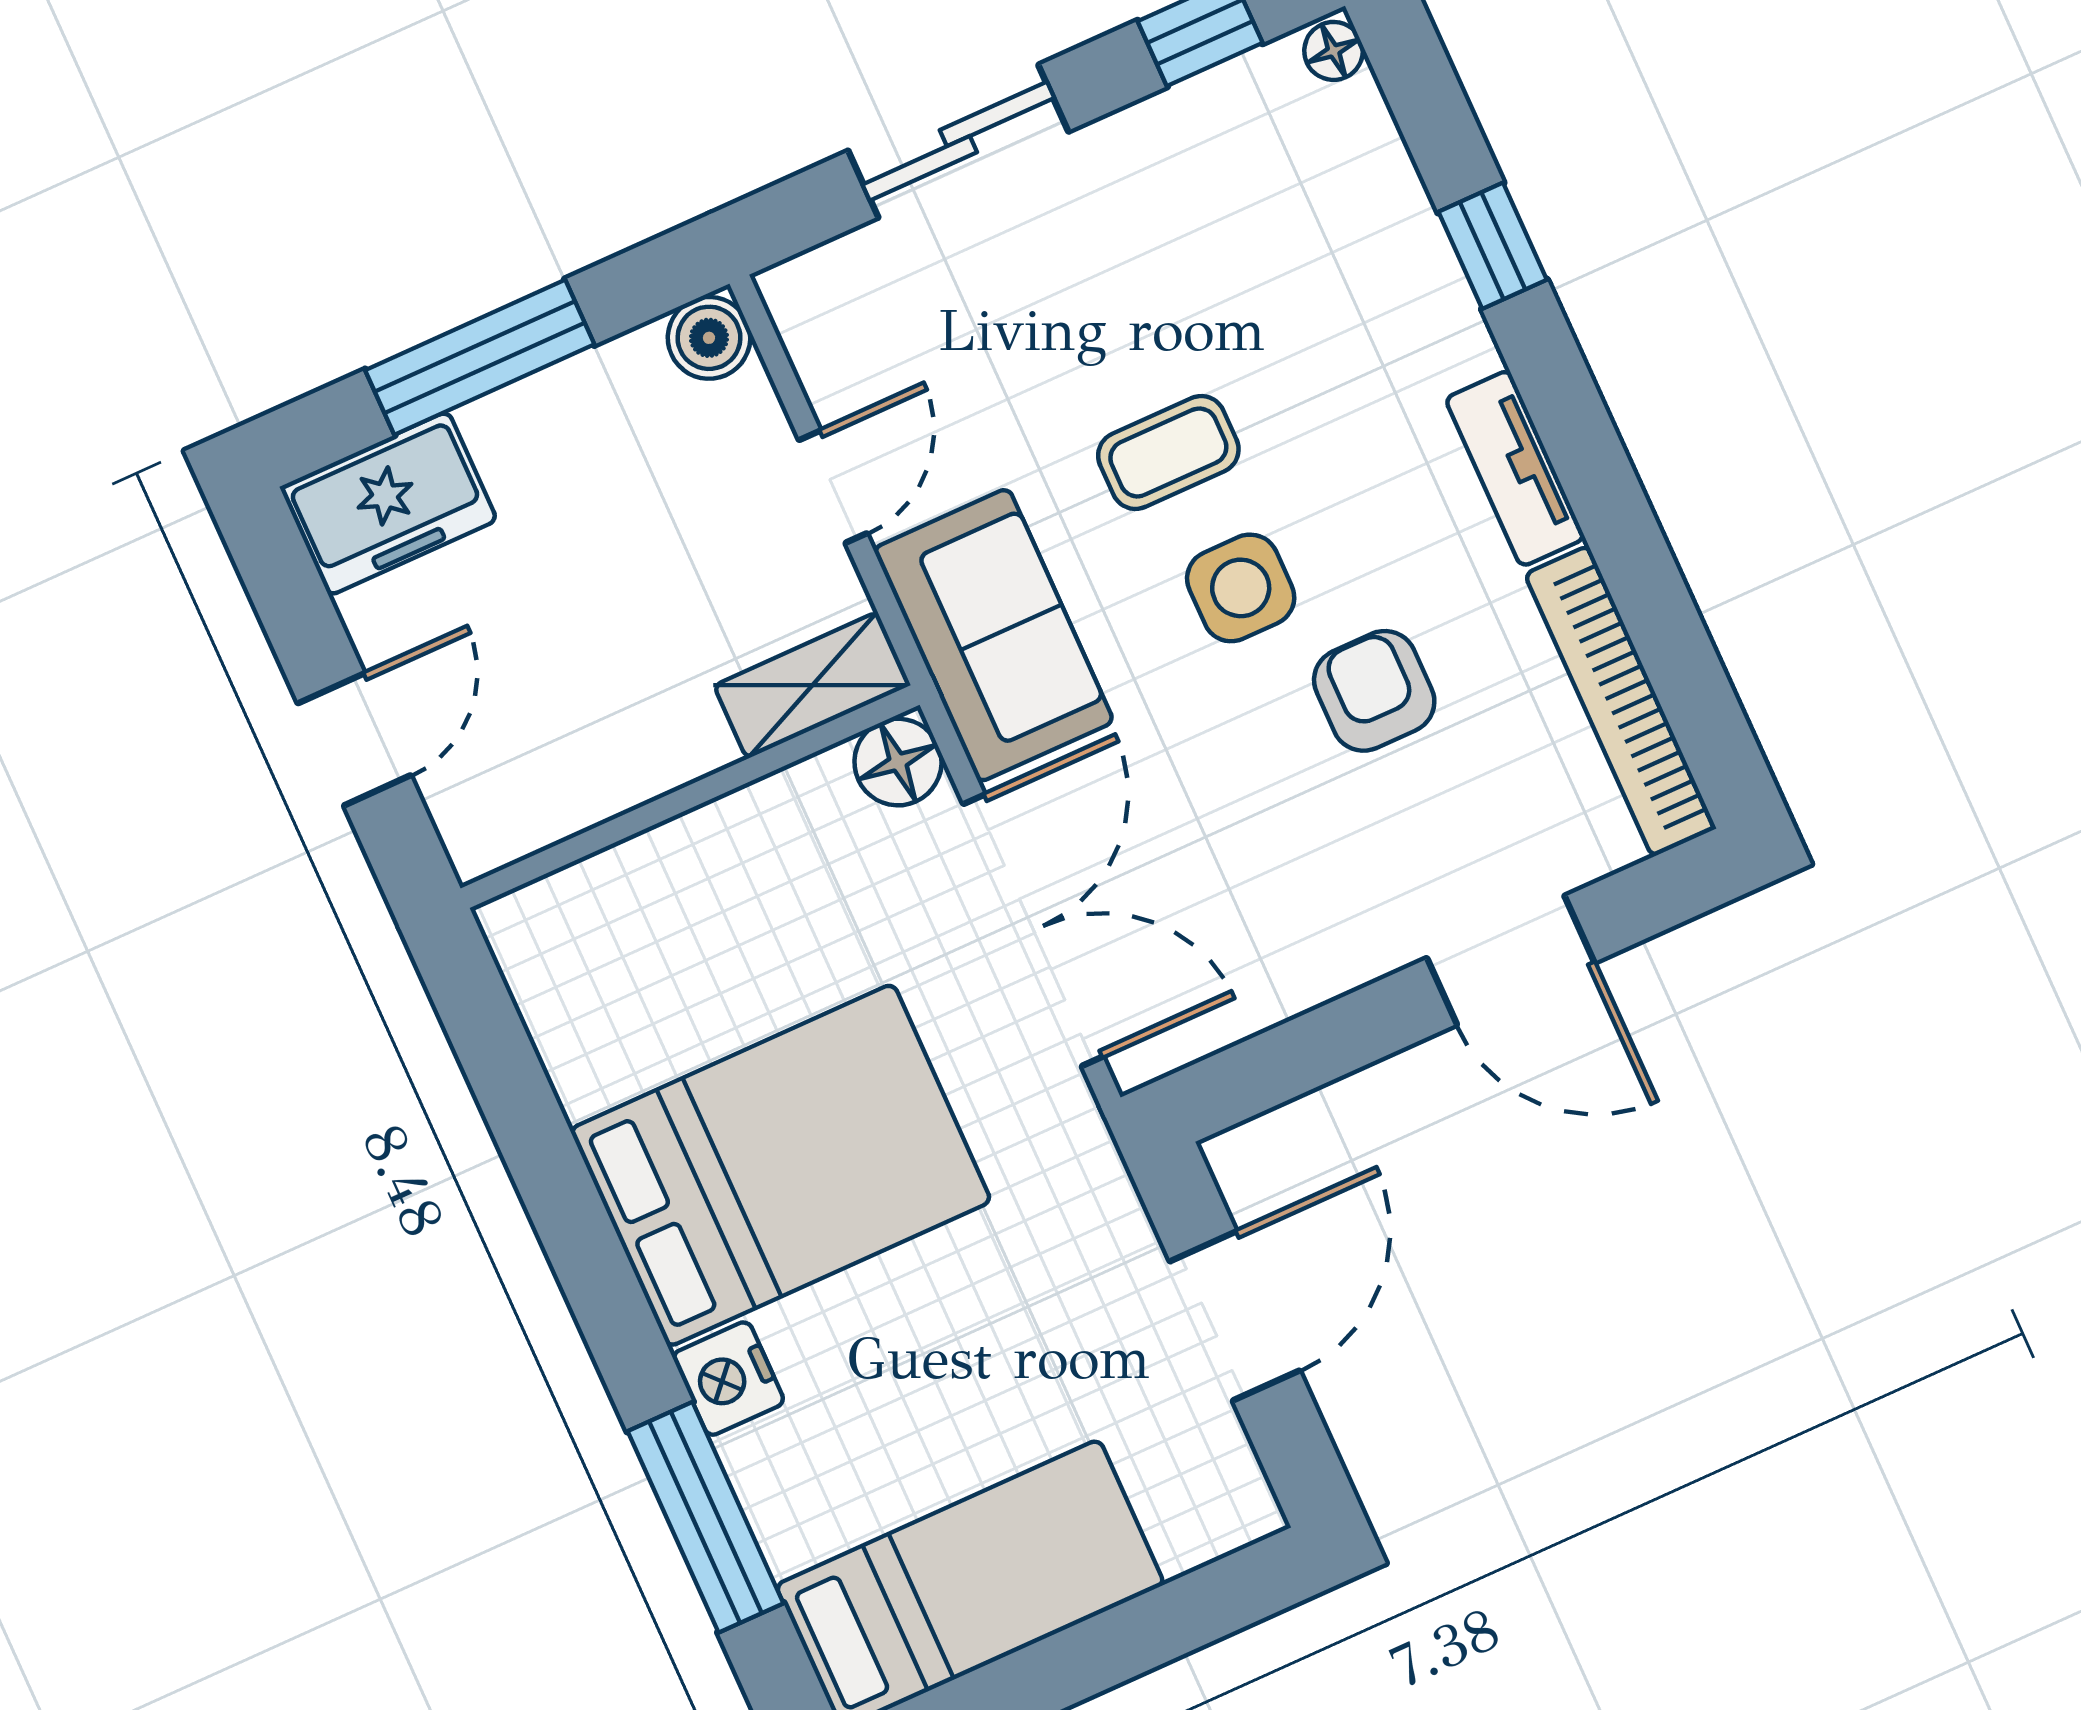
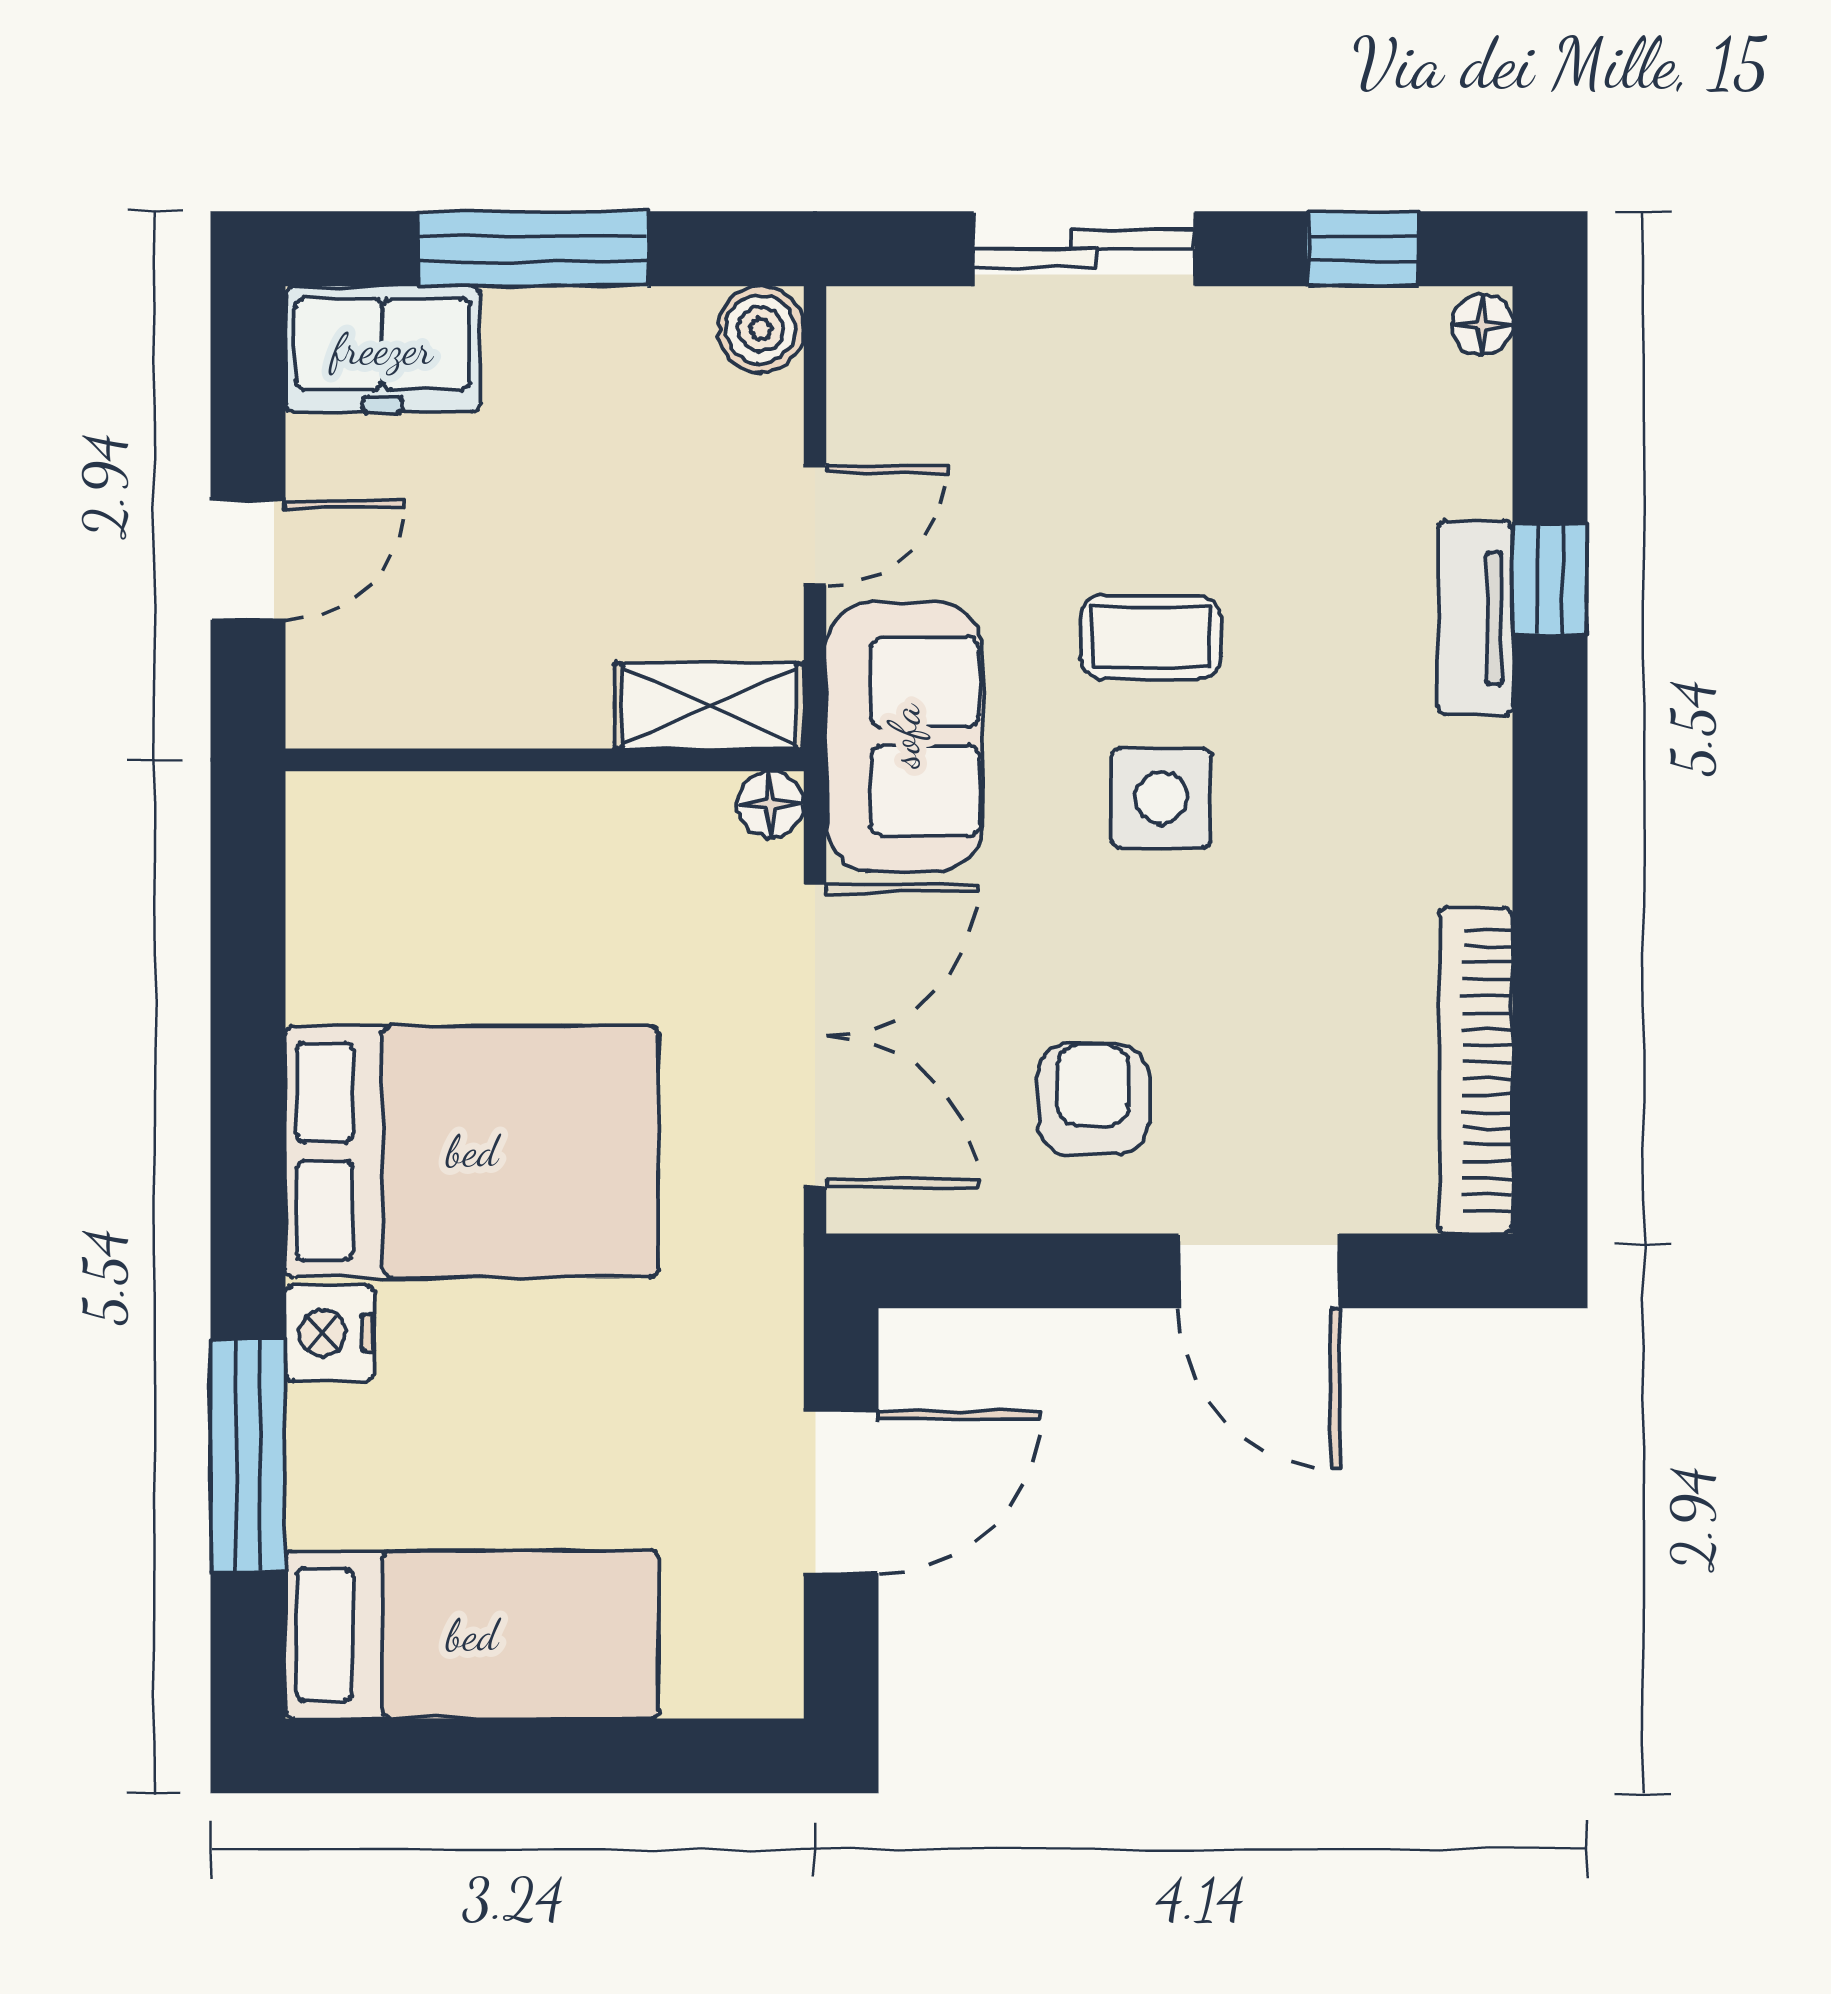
tv unit: (1515, 468) -> (1475, 618), moved
armchair: (1374, 691) -> (1093, 1099), moved
floor lamp: (898, 762) -> (771, 804), width x0.73, depth x0.73

